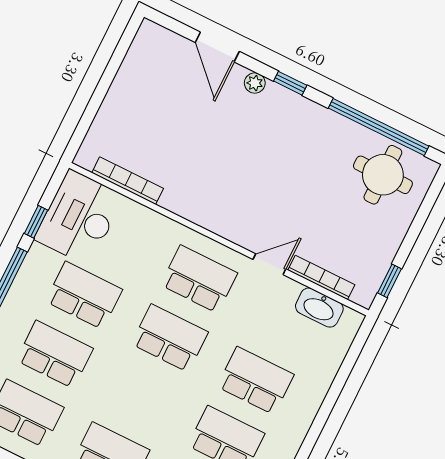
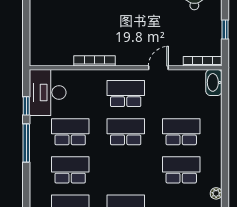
bookcase: (128, 181) -> (94, 61), moved
bookcase: (321, 277) -> (203, 61), moved
window: (389, 281) -> (225, 30), moved
washbasin: (319, 308) -> (214, 82), moved, turned 90

